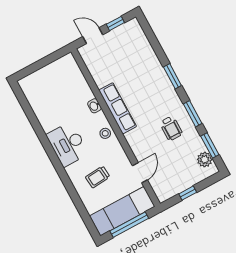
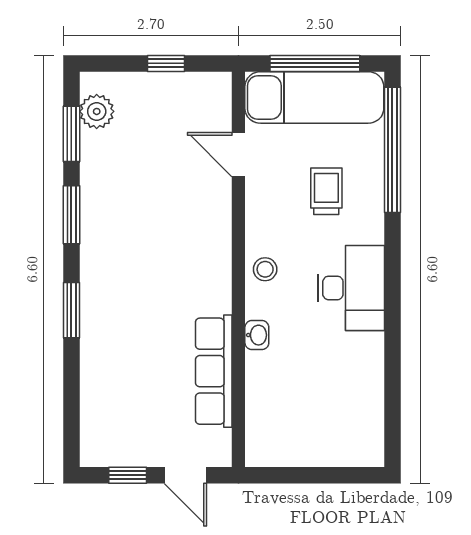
row of seats: (118, 108) -> (214, 371), moved
wheelchair: (171, 128) -> (130, 209), removed
door: (140, 173) -> (238, 155), hinge flipped
trolley: (98, 177) -> (326, 191), turned -85
window: (81, 207) -> (392, 150), added

